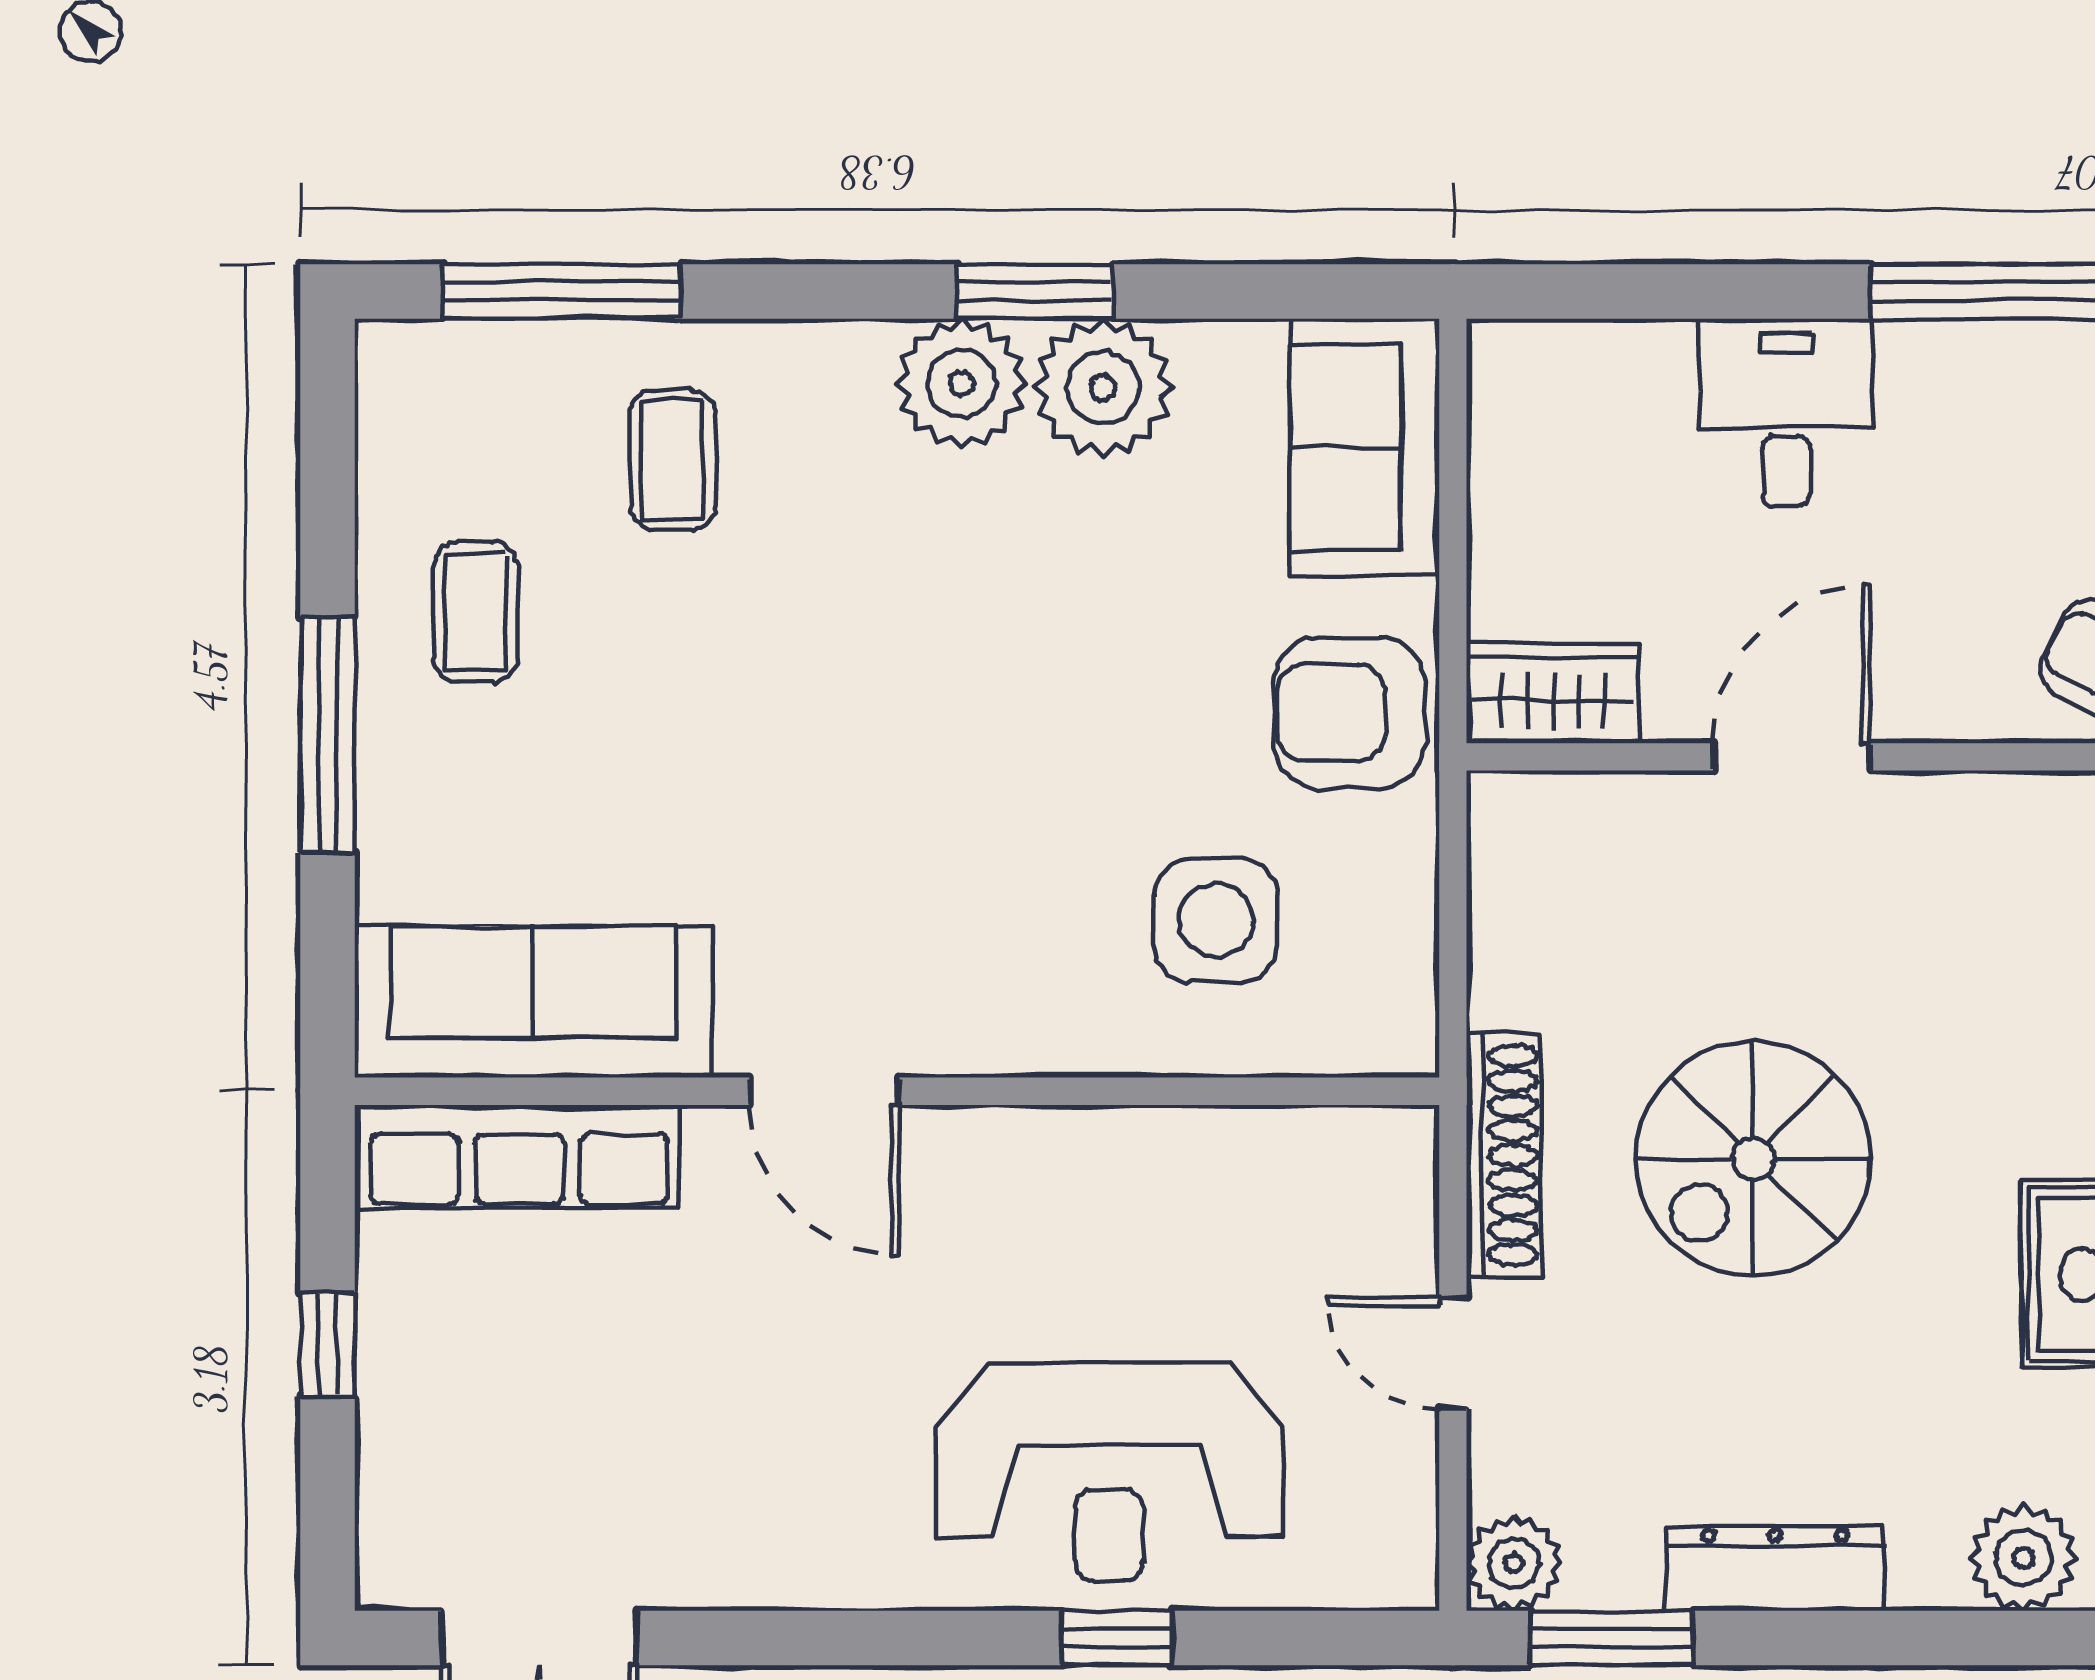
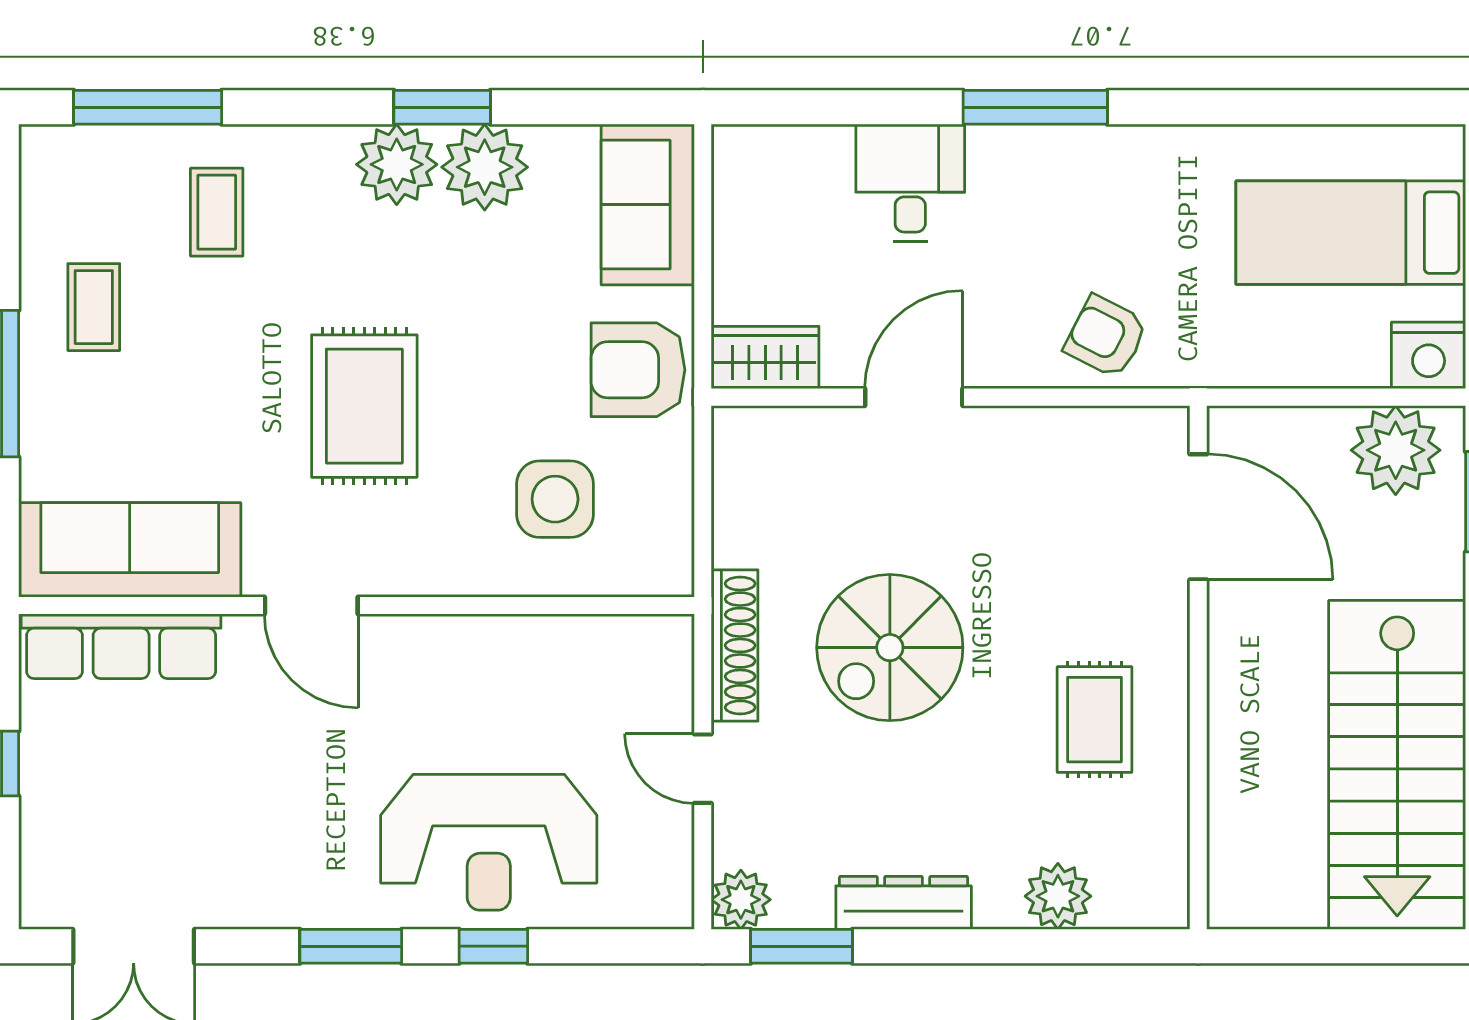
rug: (910, 771) -> (364, 406), added
window: (888, 1638) -> (351, 946), added

